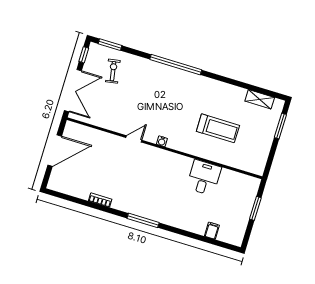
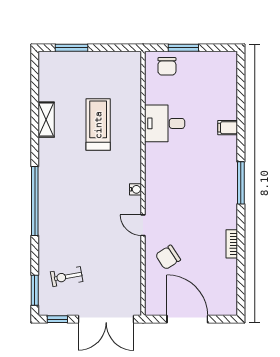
double door: (73, 91) -> (106, 319), swing flipped
shelving: (260, 99) -> (46, 120), moved
chair: (105, 150) -> (168, 257), added
chair: (245, 192) -> (167, 66), added
filing cabinet: (212, 231) -> (228, 128), moved

